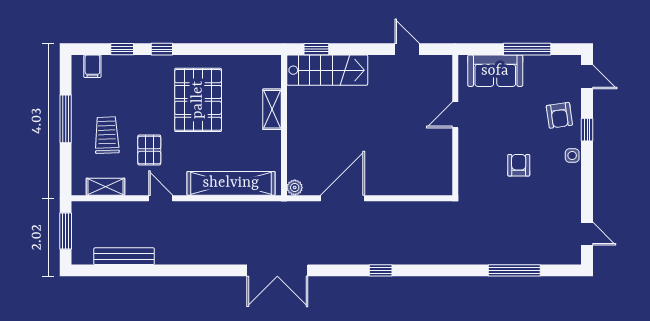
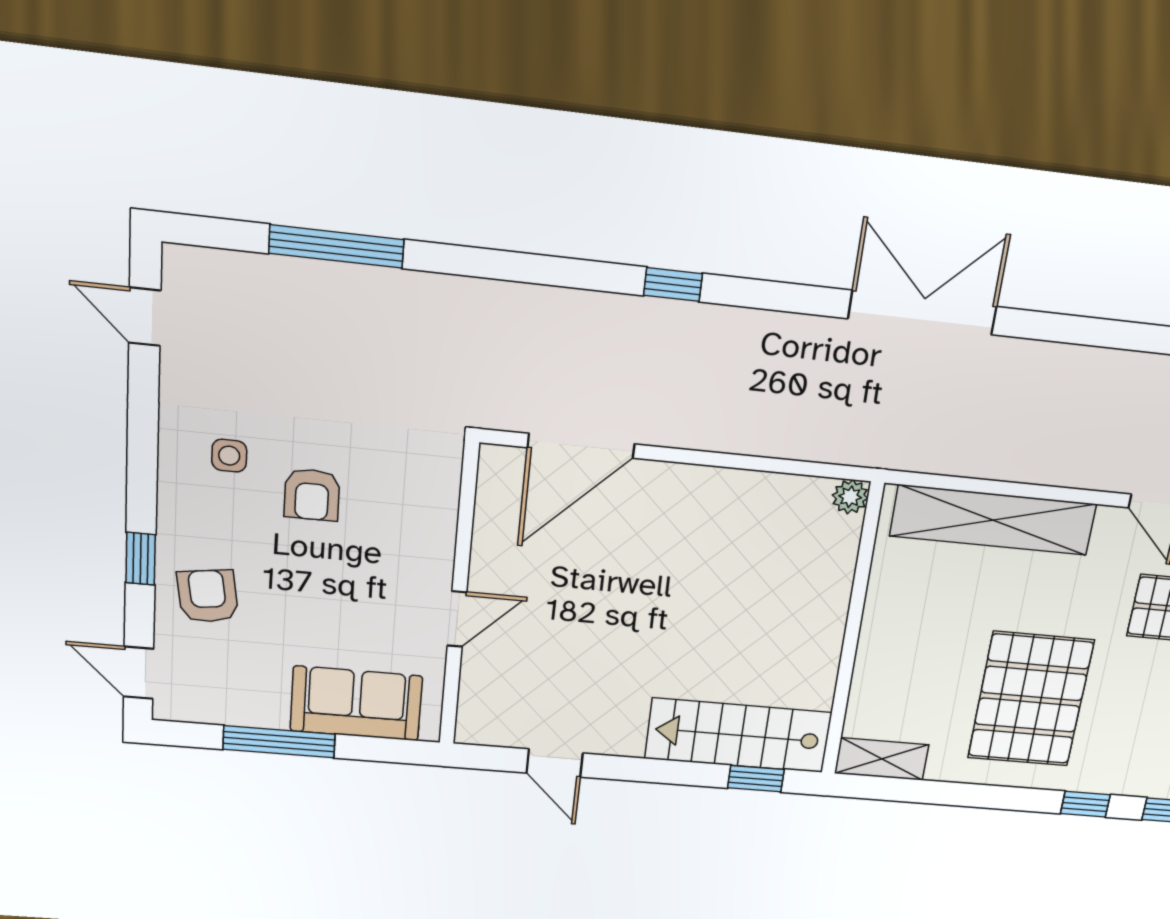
shelving: (272, 109) -> (882, 759), moved, turned 90
side table: (572, 155) -> (229, 456), moved
door: (343, 198) -> (581, 446), moved

